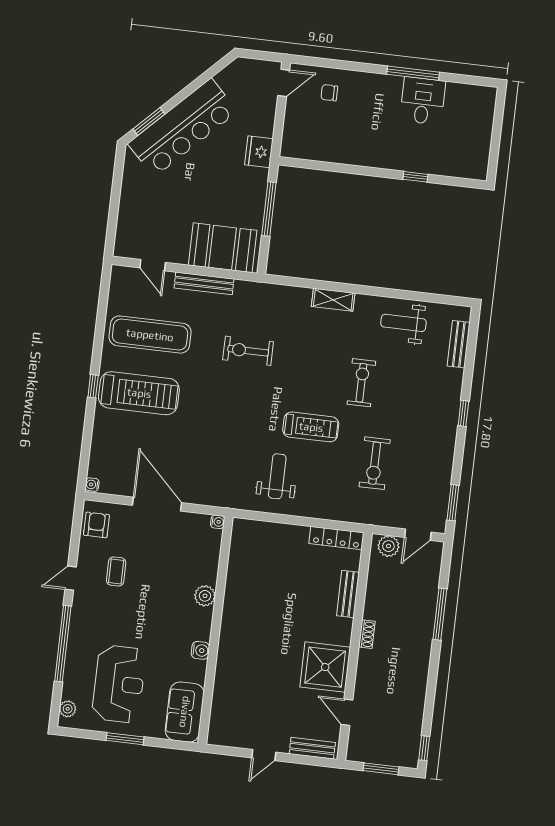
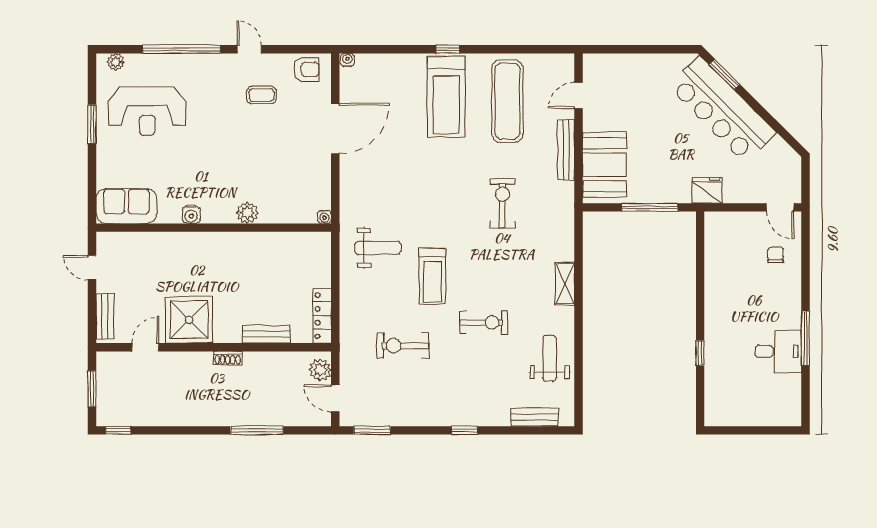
water cooler: (218, 522) -> (324, 217), moved
plant: (205, 596) -> (247, 213), moved
wall: (215, 630) -> (214, 228), moved
water cooler: (200, 650) -> (191, 215), moved
sofa: (185, 712) -> (126, 206), moved

